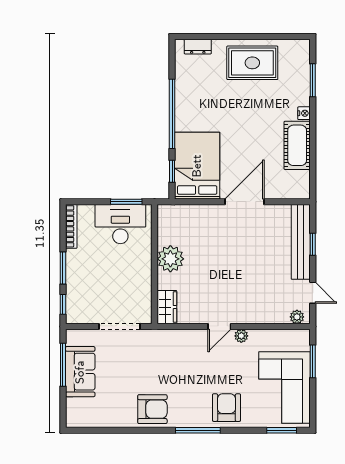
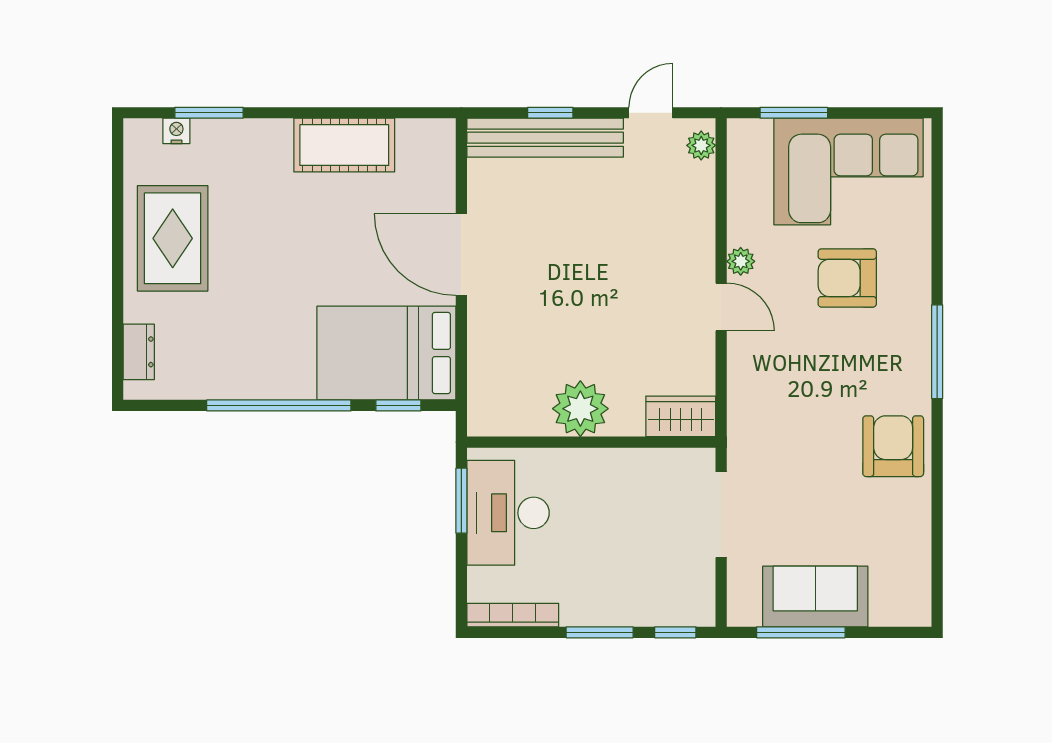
nightstand: (304, 113) -> (176, 131), moved
armchair: (226, 408) -> (847, 278), moved
window: (282, 430) -> (937, 177), removed

